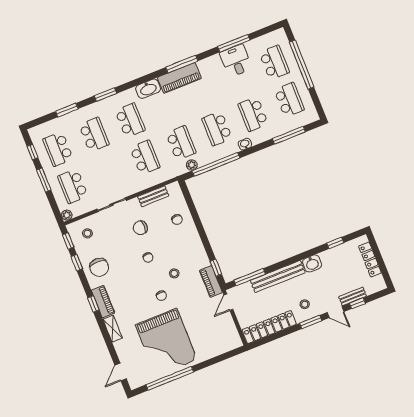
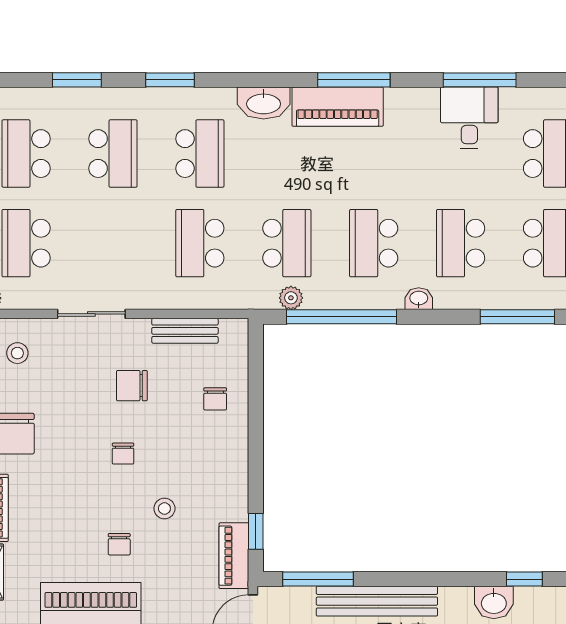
school desk: (145, 157) -> (200, 243), turned 180
washbasin: (312, 263) -> (494, 602), moved

